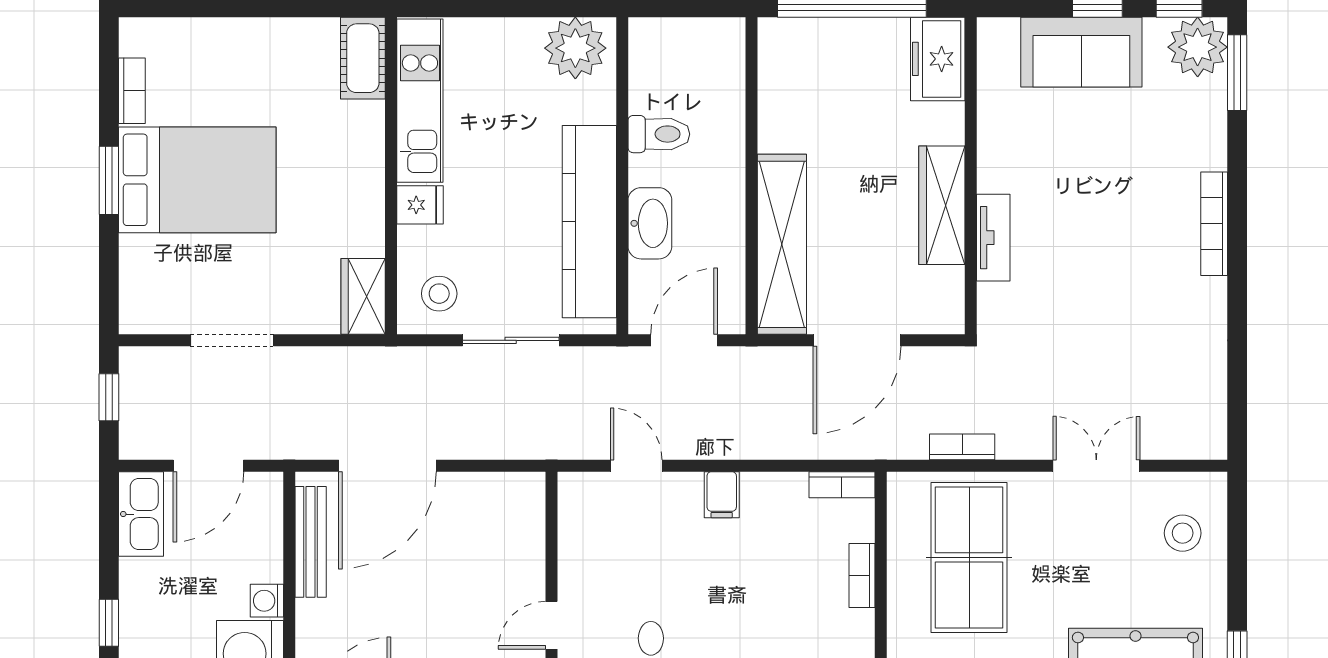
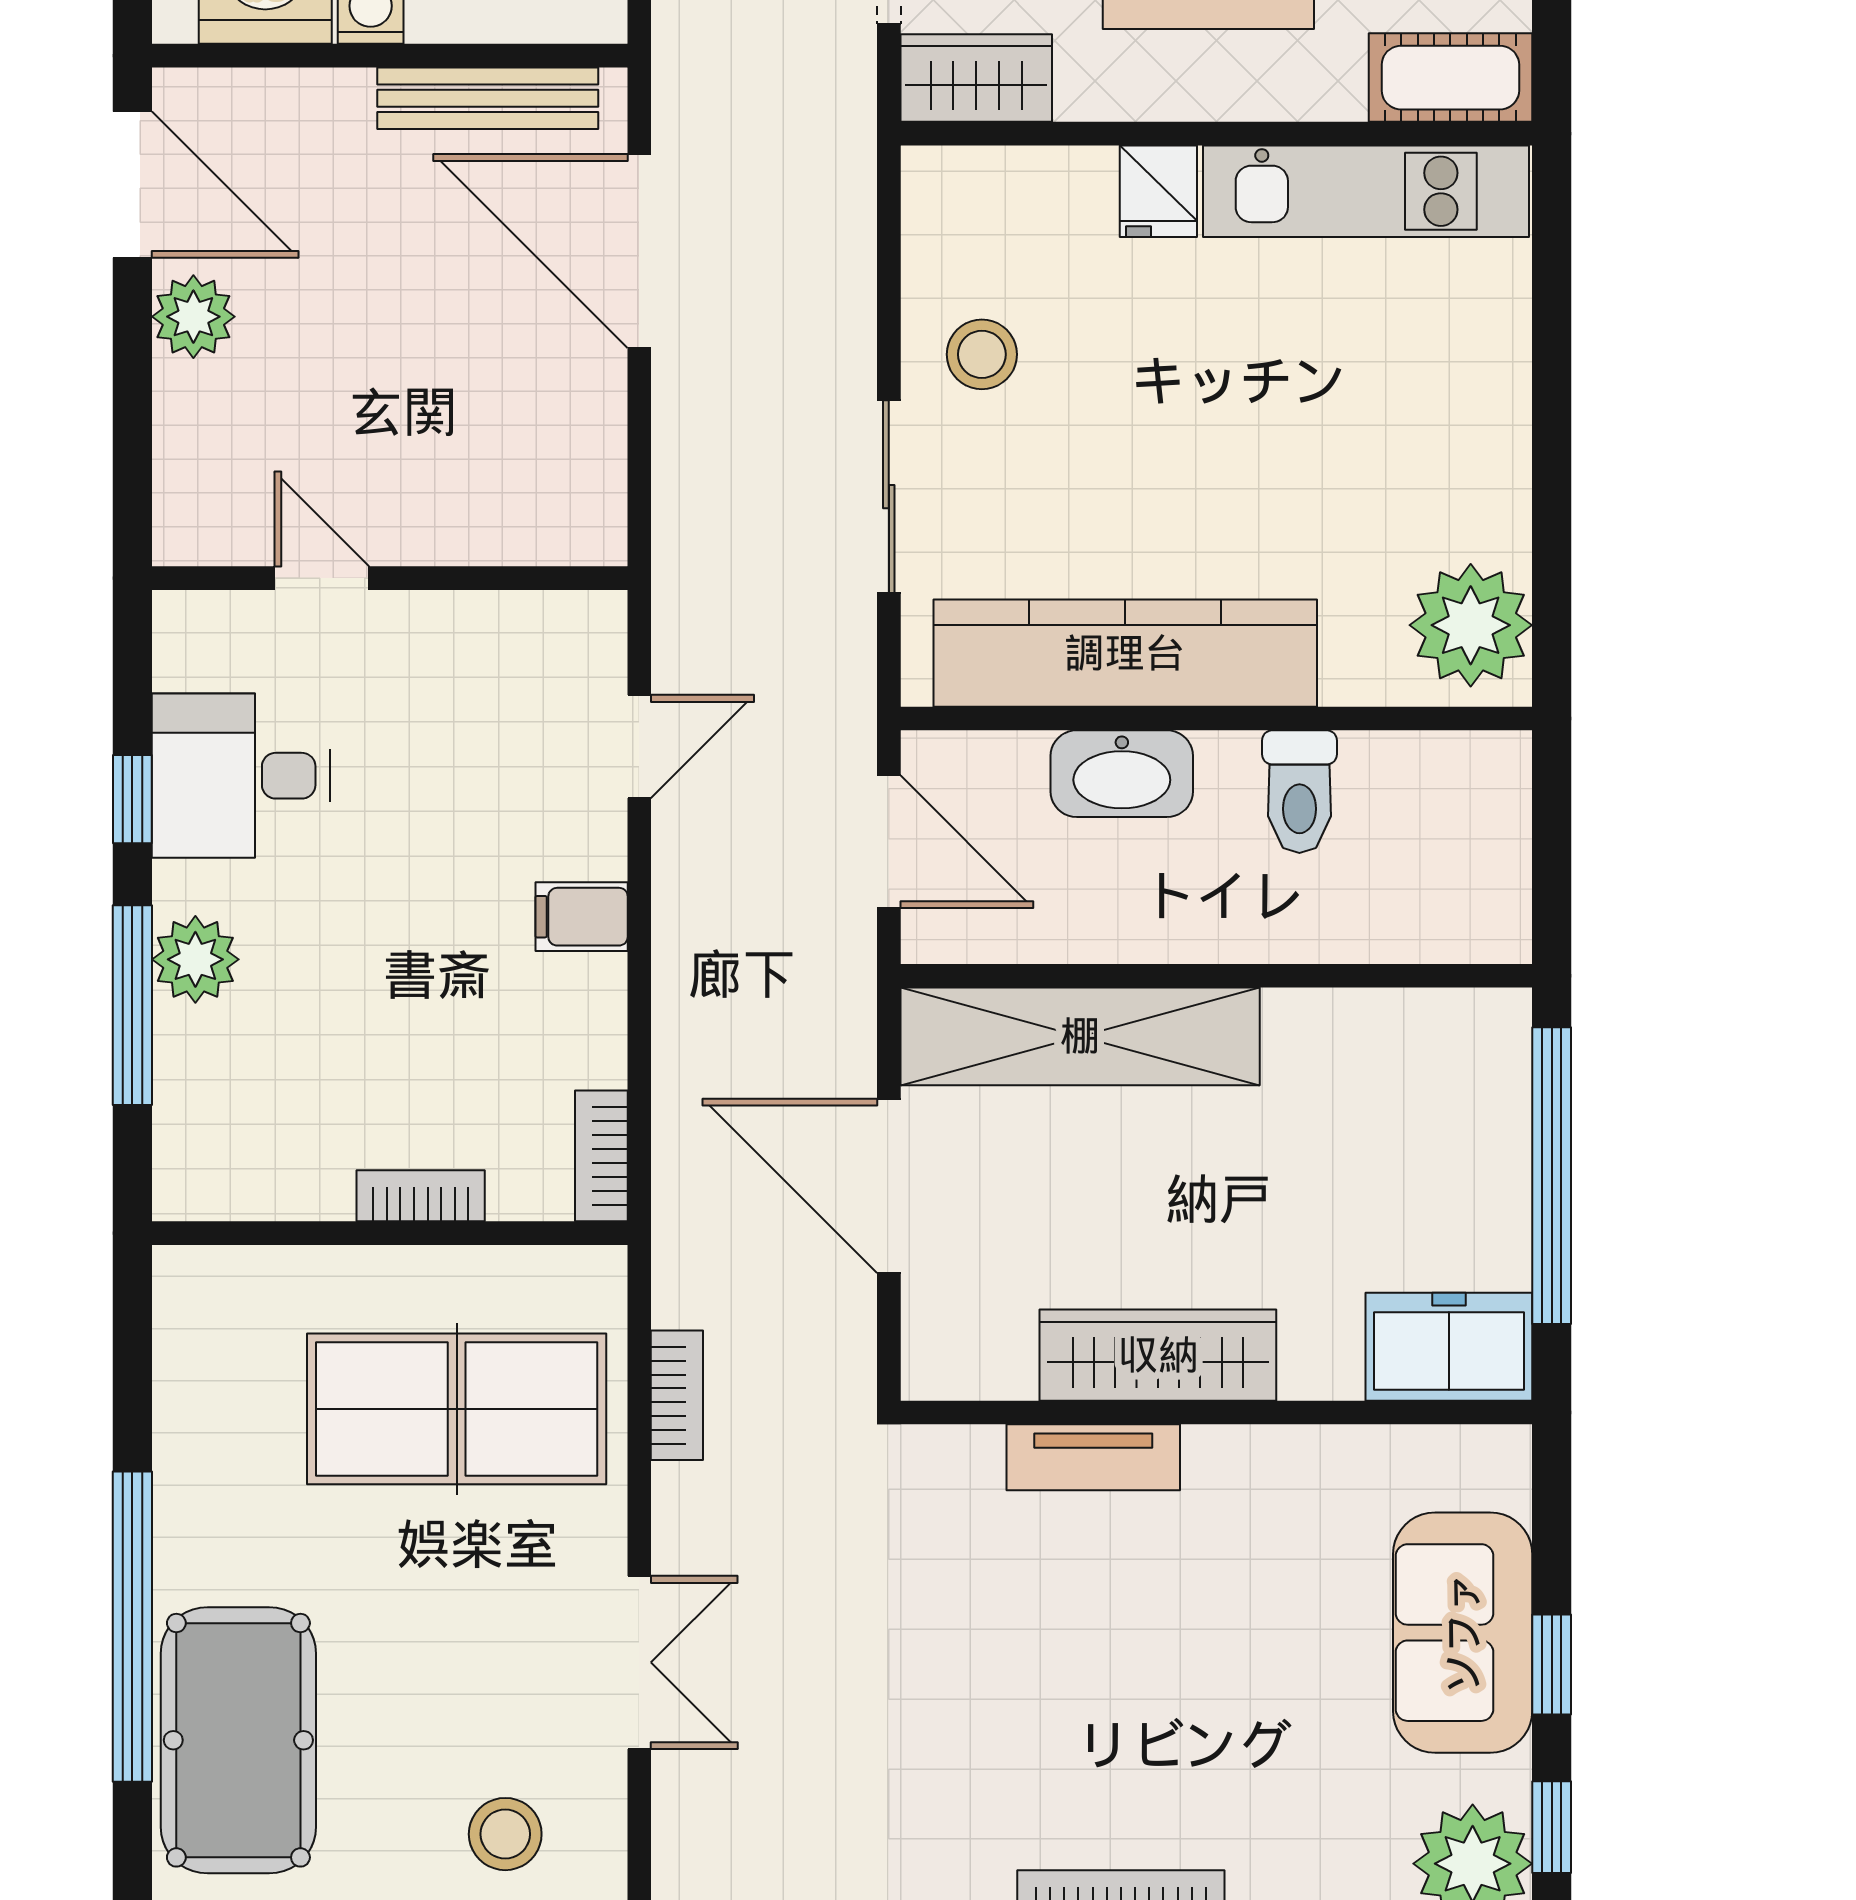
cot: (363, 58) -> (1450, 78), moved
kitchen unit: (420, 101) -> (1366, 191), moved
wall: (391, 176) -> (1216, 134), moved
fridge: (420, 205) -> (1158, 191), moved
wardrobe: (363, 296) -> (976, 78), moved

